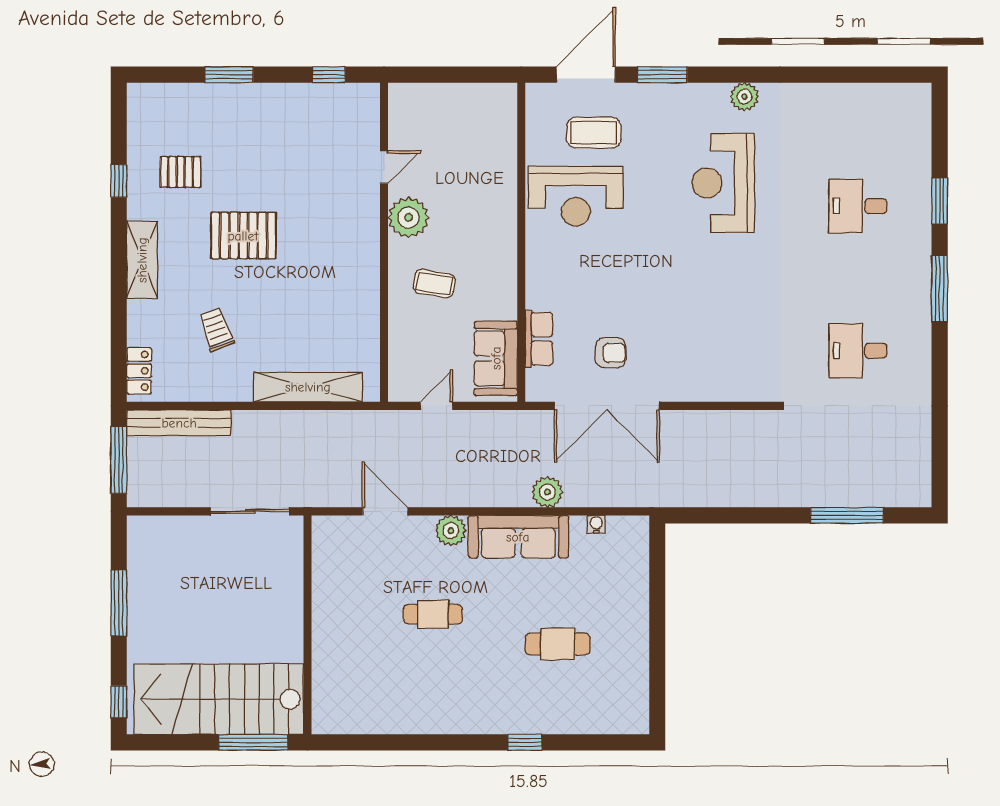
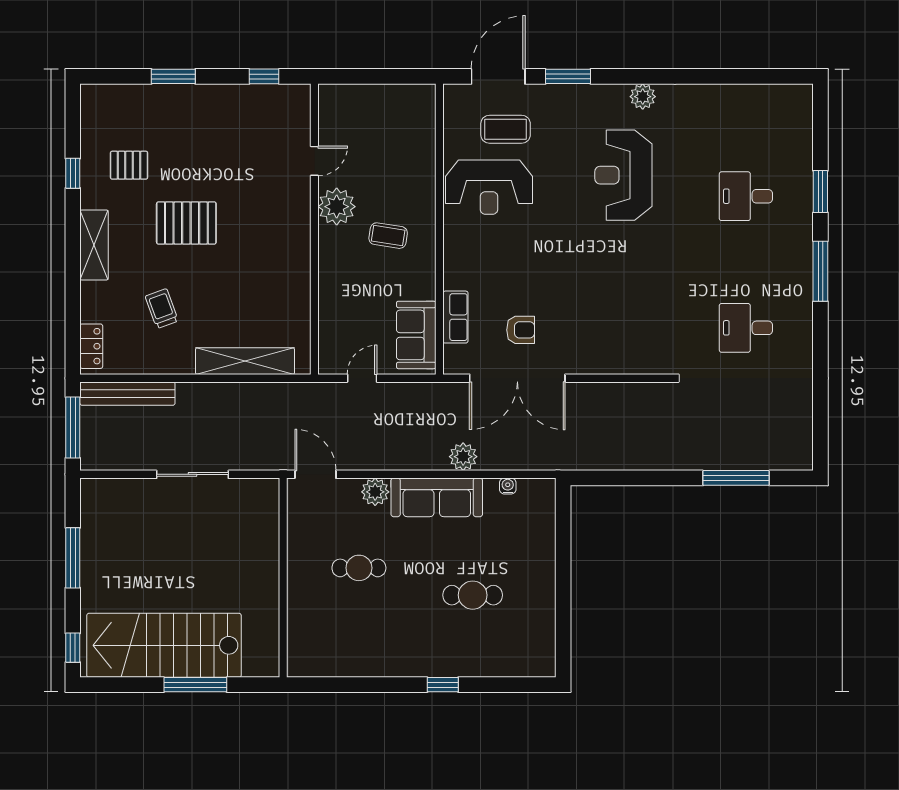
coffee table: (434, 283) -> (388, 236), moved
wall: (307, 625) -> (283, 578), moved

